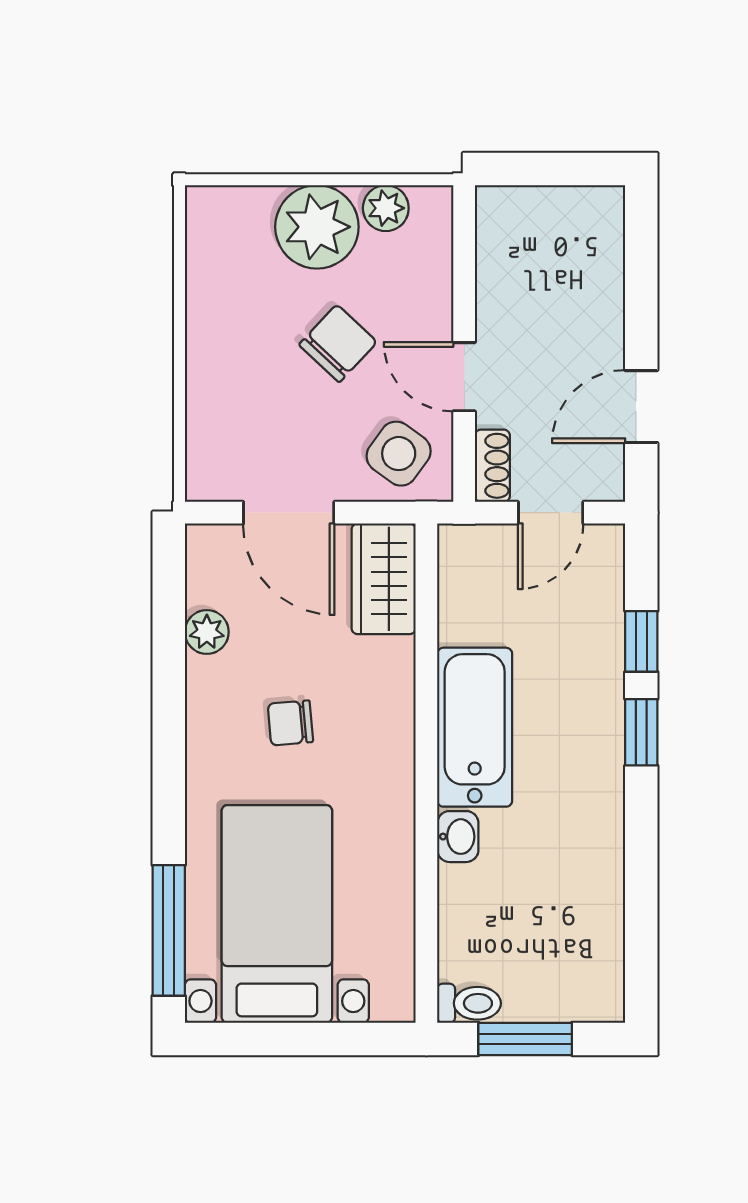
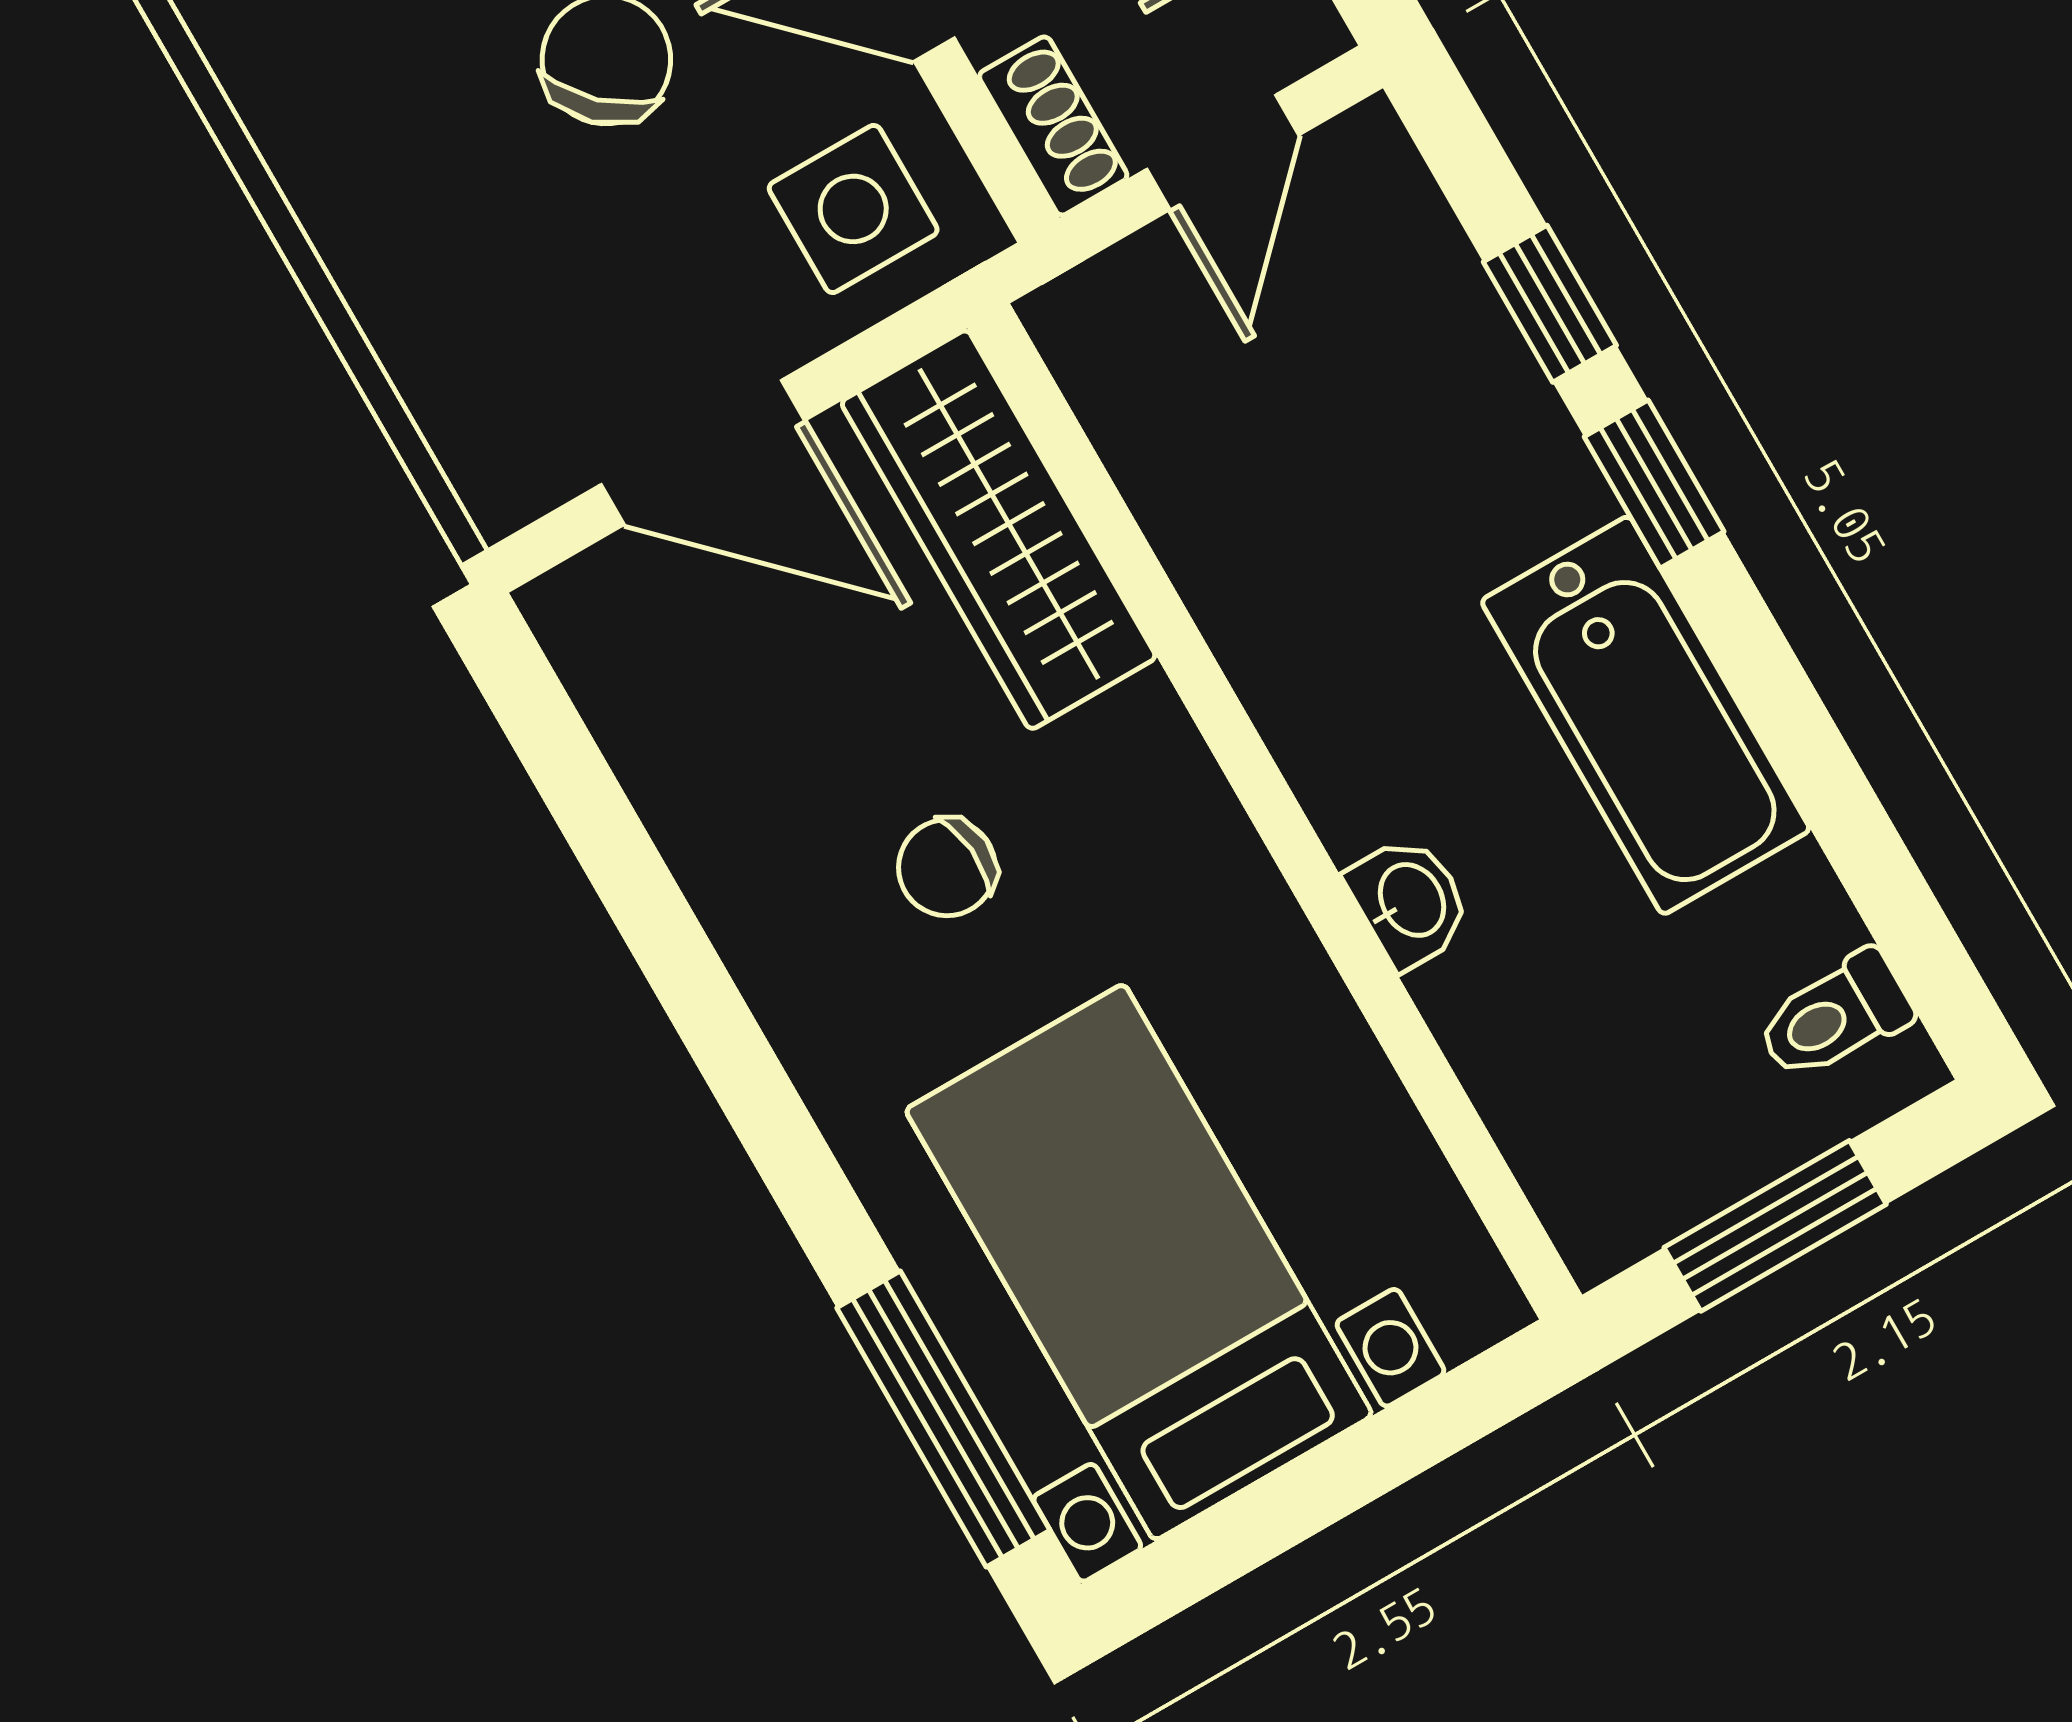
side table: (399, 454) -> (853, 209), turned -36
wardrobe: (384, 579) -> (999, 530), width x1.50
plant: (207, 632) -> (677, 783), removed
bathtub: (475, 727) -> (1646, 715), moved, turned 180
toilet: (469, 1003) -> (1834, 1016), moved, turned 180

